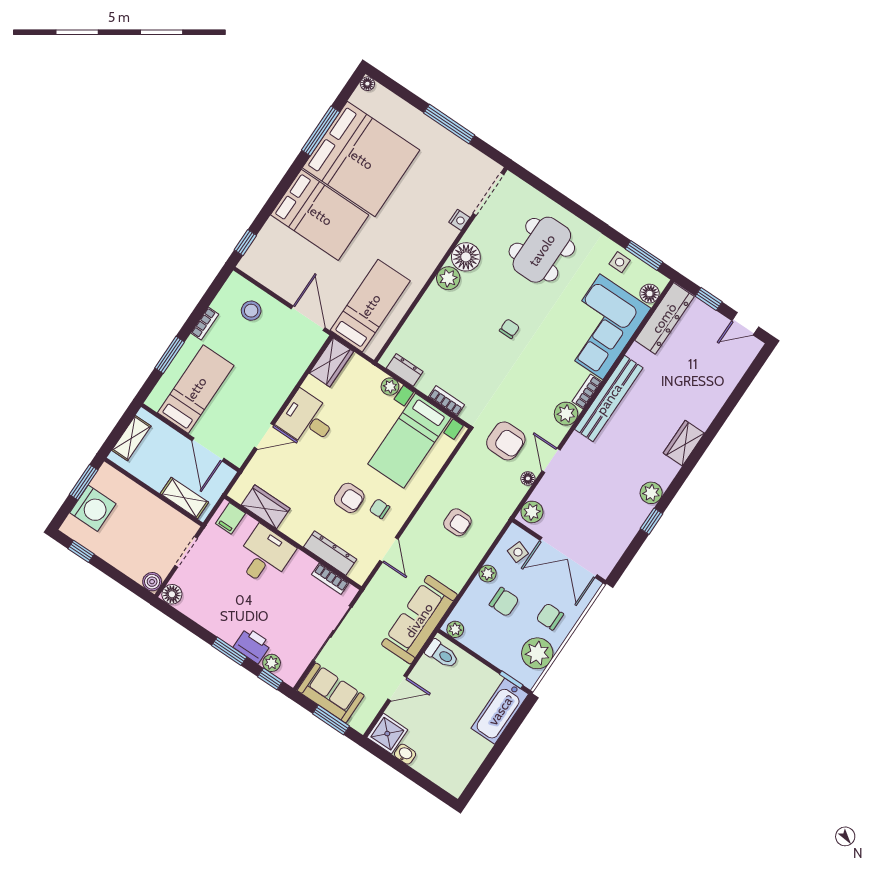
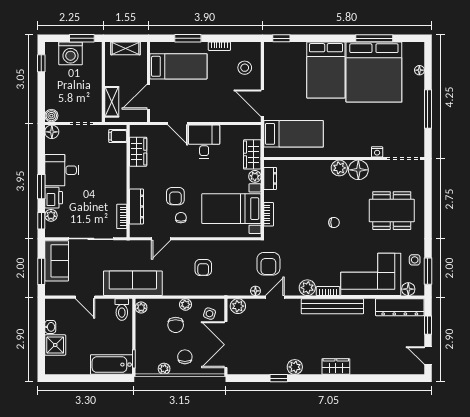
floor lamp: (367, 84) -> (419, 70), moved
door: (308, 318) -> (262, 103), swing flipped
wardrobe: (331, 362) -> (252, 154), moved, turned 90
desk: (265, 556) -> (62, 170), moved, turned 180
plant: (537, 653) -> (164, 369), width x0.53, depth x0.53
shower: (387, 734) -> (55, 345), moved

